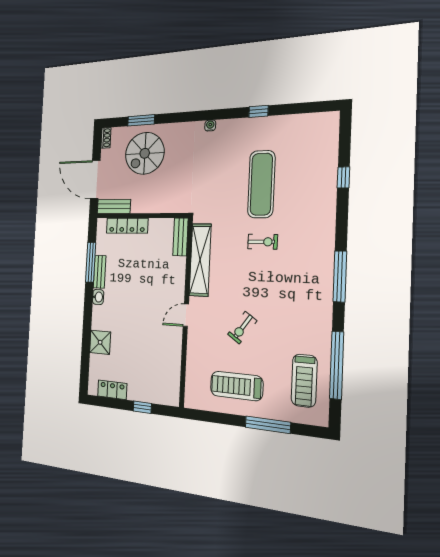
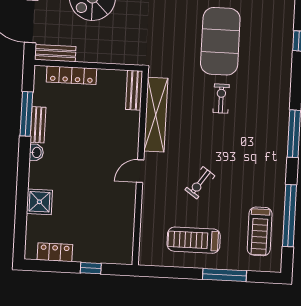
exercise mat: (261, 184) -> (220, 41), width x1.47
exercise bike: (263, 242) -> (221, 99), turned -90

